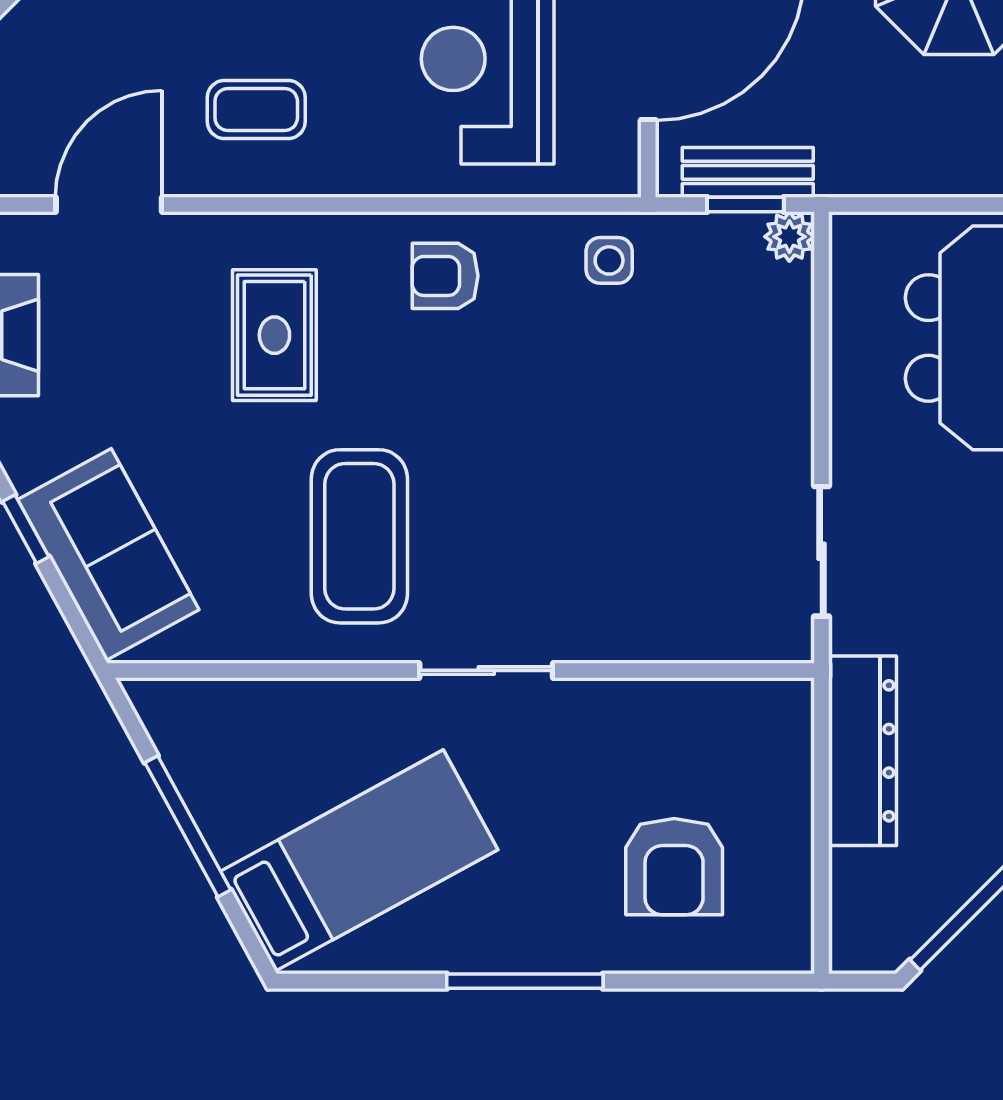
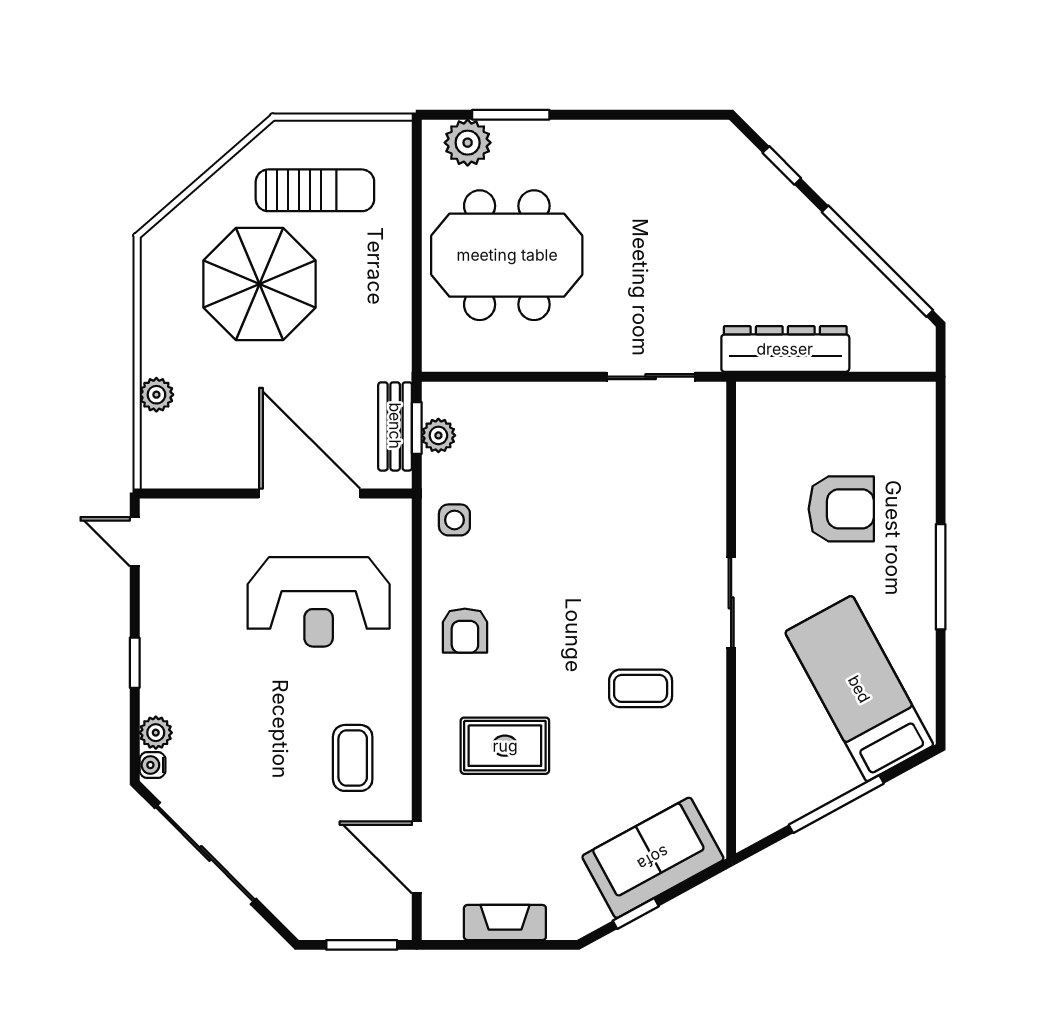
plant: (789, 237) -> (438, 435), moved
coffee table: (359, 536) -> (641, 688), width x0.54, depth x0.58
armchair: (674, 867) -> (841, 509), moved

